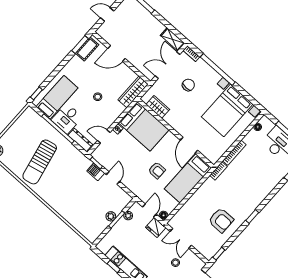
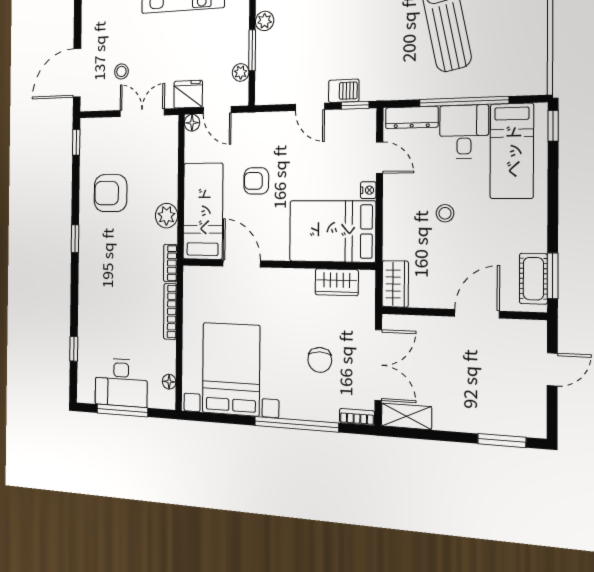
wardrobe: (133, 92) -> (395, 284), width x0.67
door: (104, 137) -> (380, 158), hinge flipped
plant: (205, 190) -> (166, 216), added
plant: (111, 216) -> (265, 21), moved

